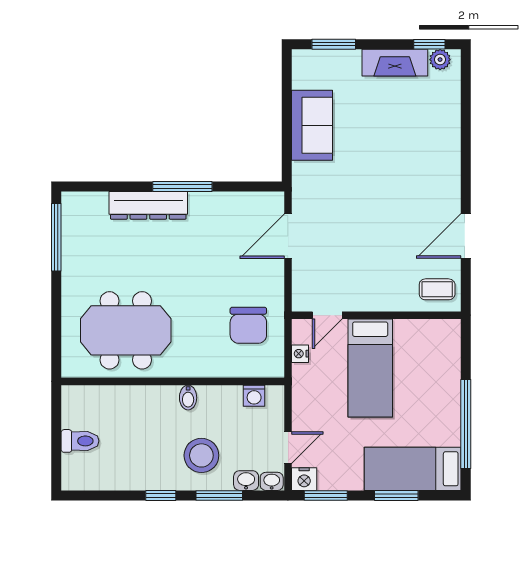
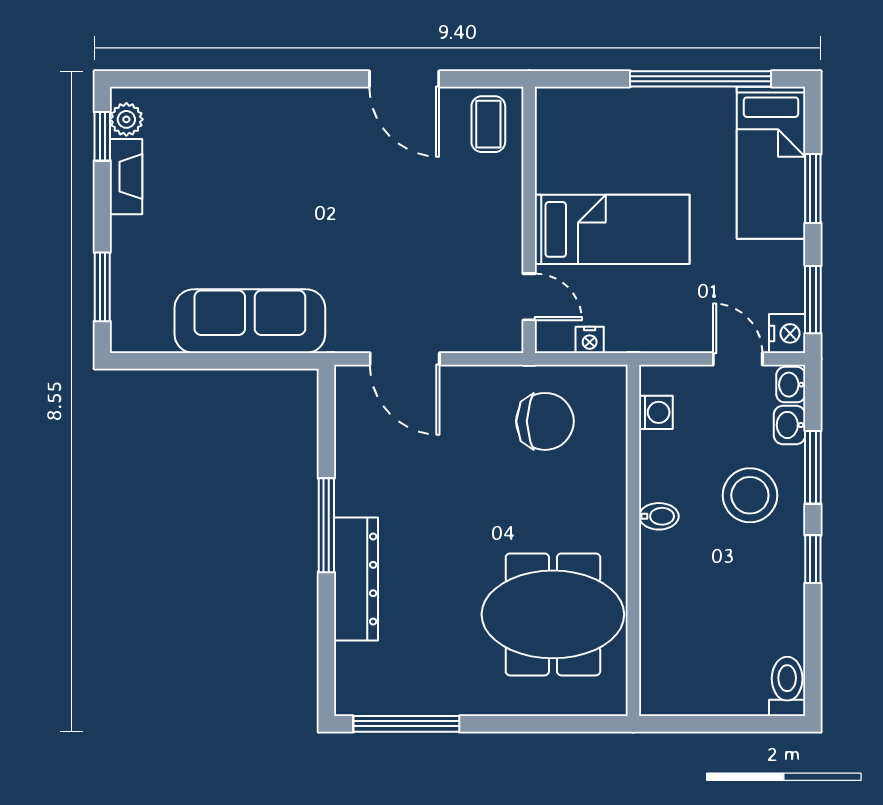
fireplace: (395, 63) -> (126, 177), width x0.73, depth x0.76
sofa: (312, 125) -> (250, 321), width x1.36
meeting table: (126, 330) -> (553, 614), turned 90
toilet: (80, 441) -> (787, 686), moved

